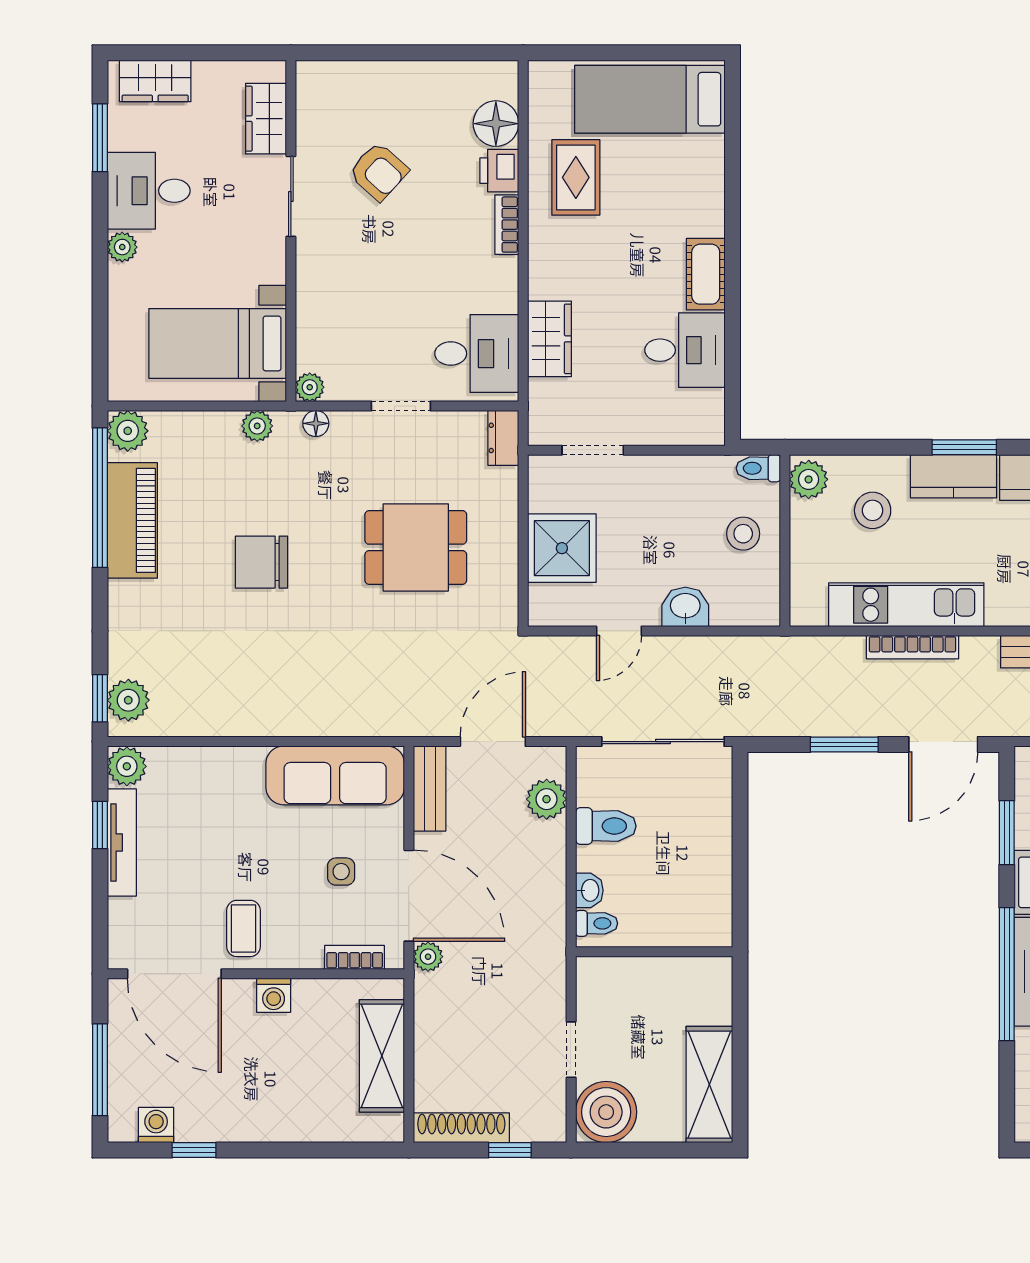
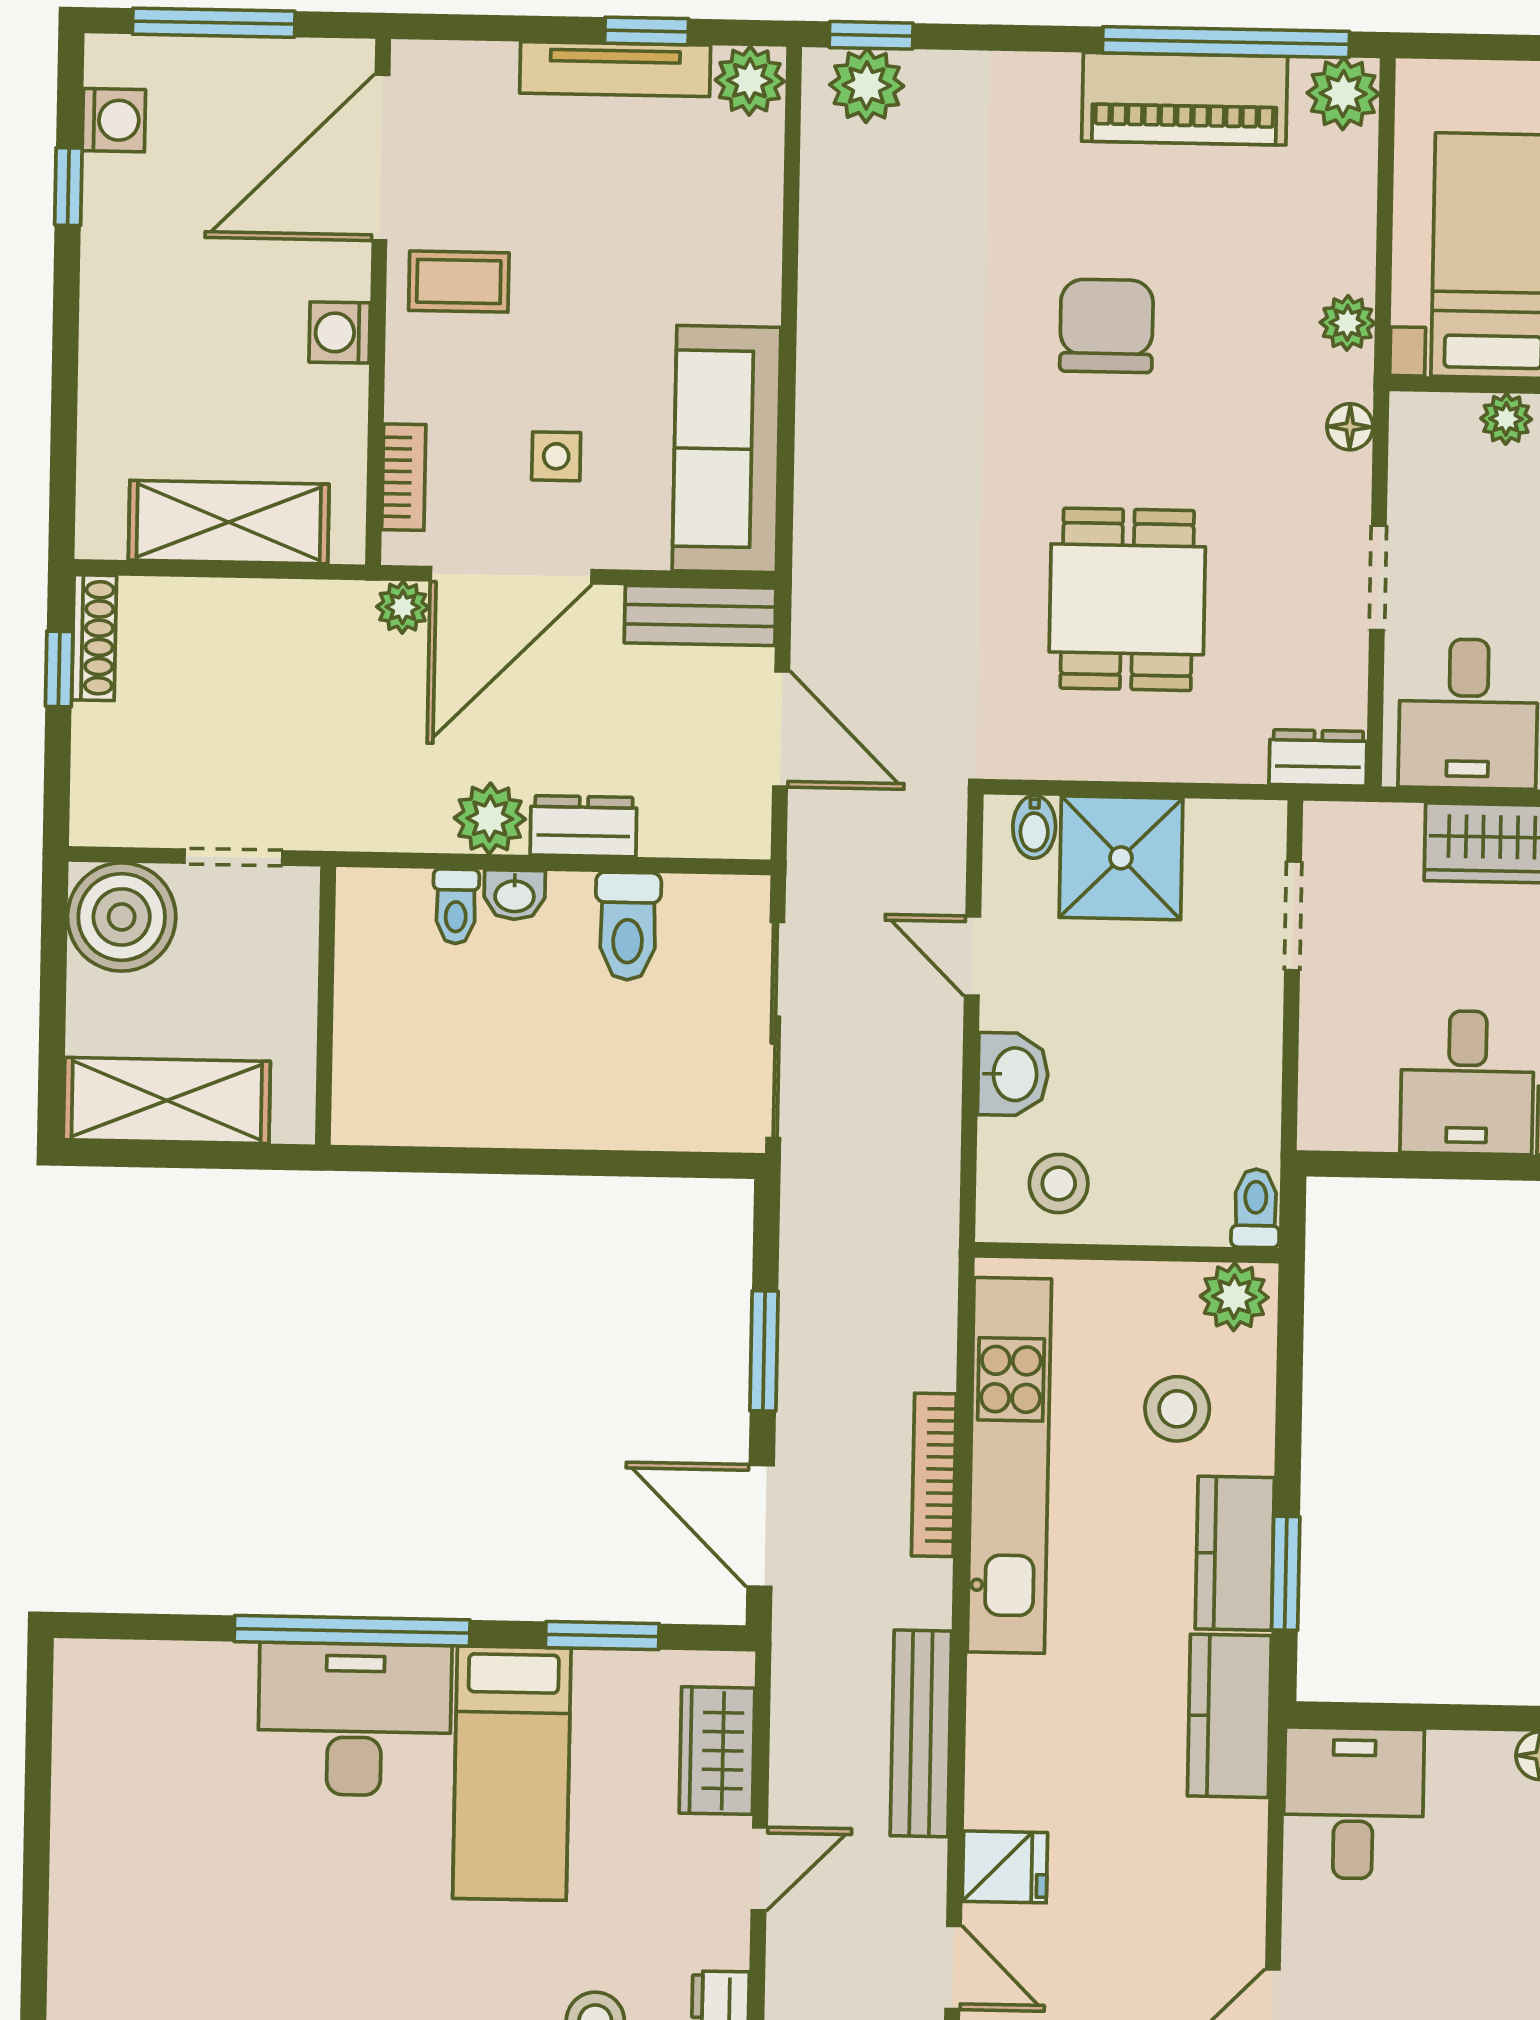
plant: (310, 387) -> (1506, 419), moved
stool: (743, 534) -> (1059, 1183), moved
bidet: (545, 597) -> (1034, 827), added
kitchen unit: (906, 605) -> (1009, 1465), width x1.36
plant: (547, 799) -> (490, 819), moved
dresser: (550, 852) -> (583, 826), added
wall: (654, 952) -> (325, 1006), moved
shoe rack: (461, 1128) -> (94, 638), width x0.74, depth x0.81
window: (510, 1150) -> (59, 669), moved

